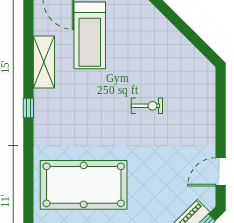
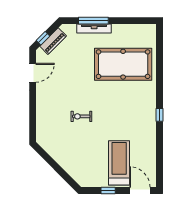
shelving: (44, 62) -> (149, 145), removed

